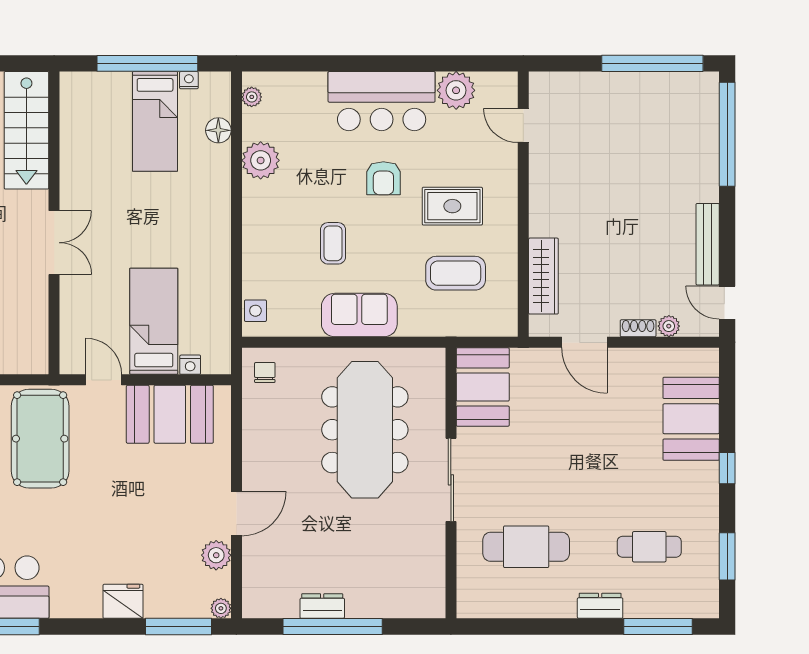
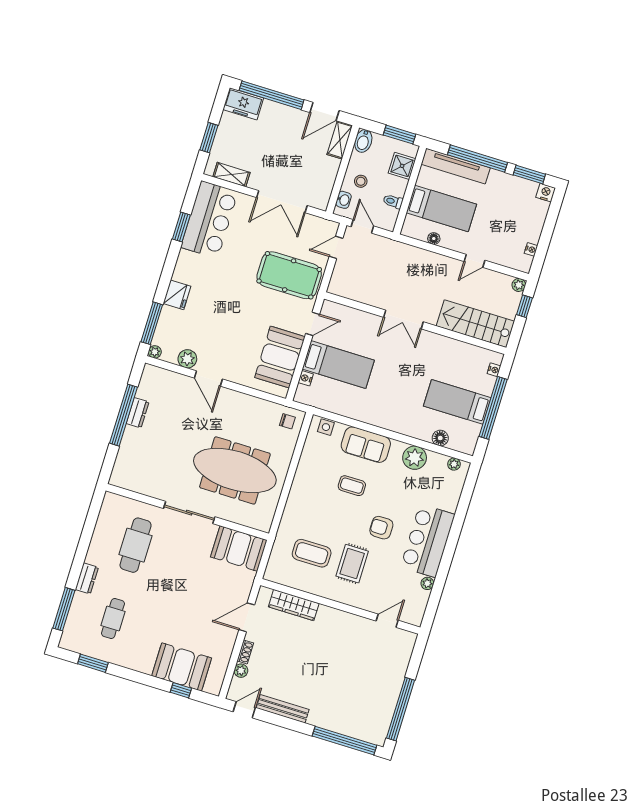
nightstand: (189, 80) -> (494, 370), moved
plant: (456, 90) -> (427, 583), width x0.53, depth x0.53
coffee table: (456, 273) -> (312, 553), turned 90
sofa: (359, 315) -> (366, 445), moved, turned 90
window: (727, 468) -> (181, 690), moved

